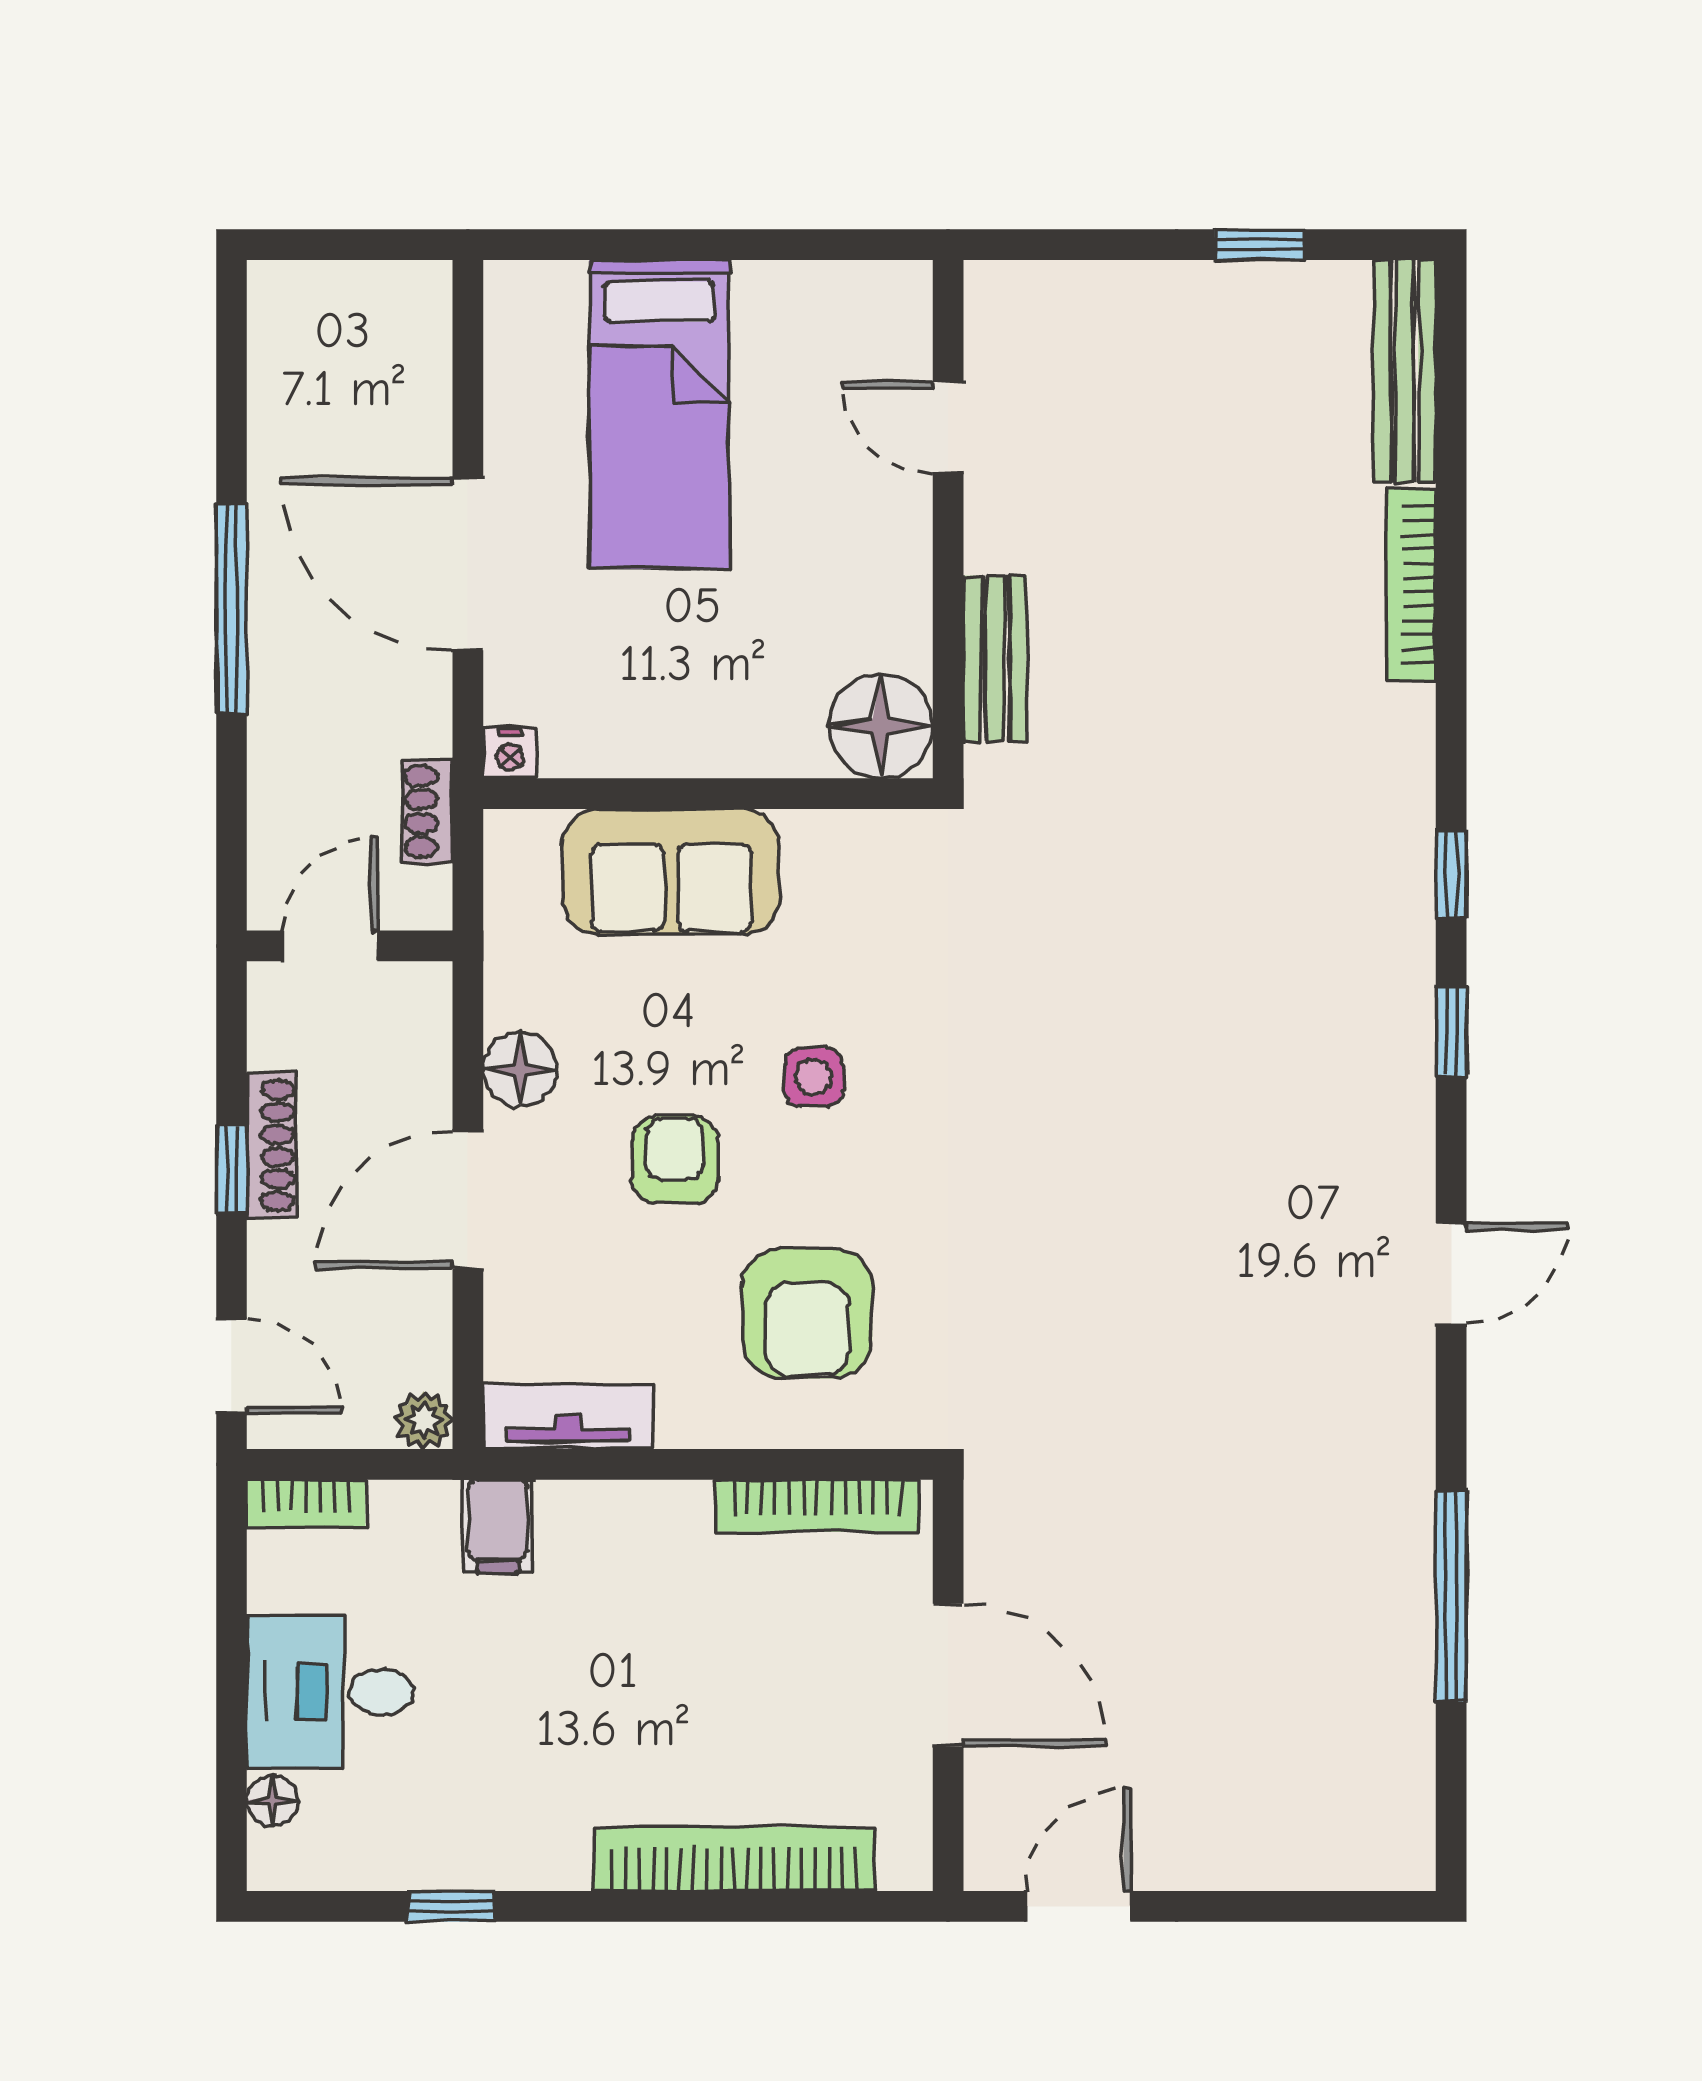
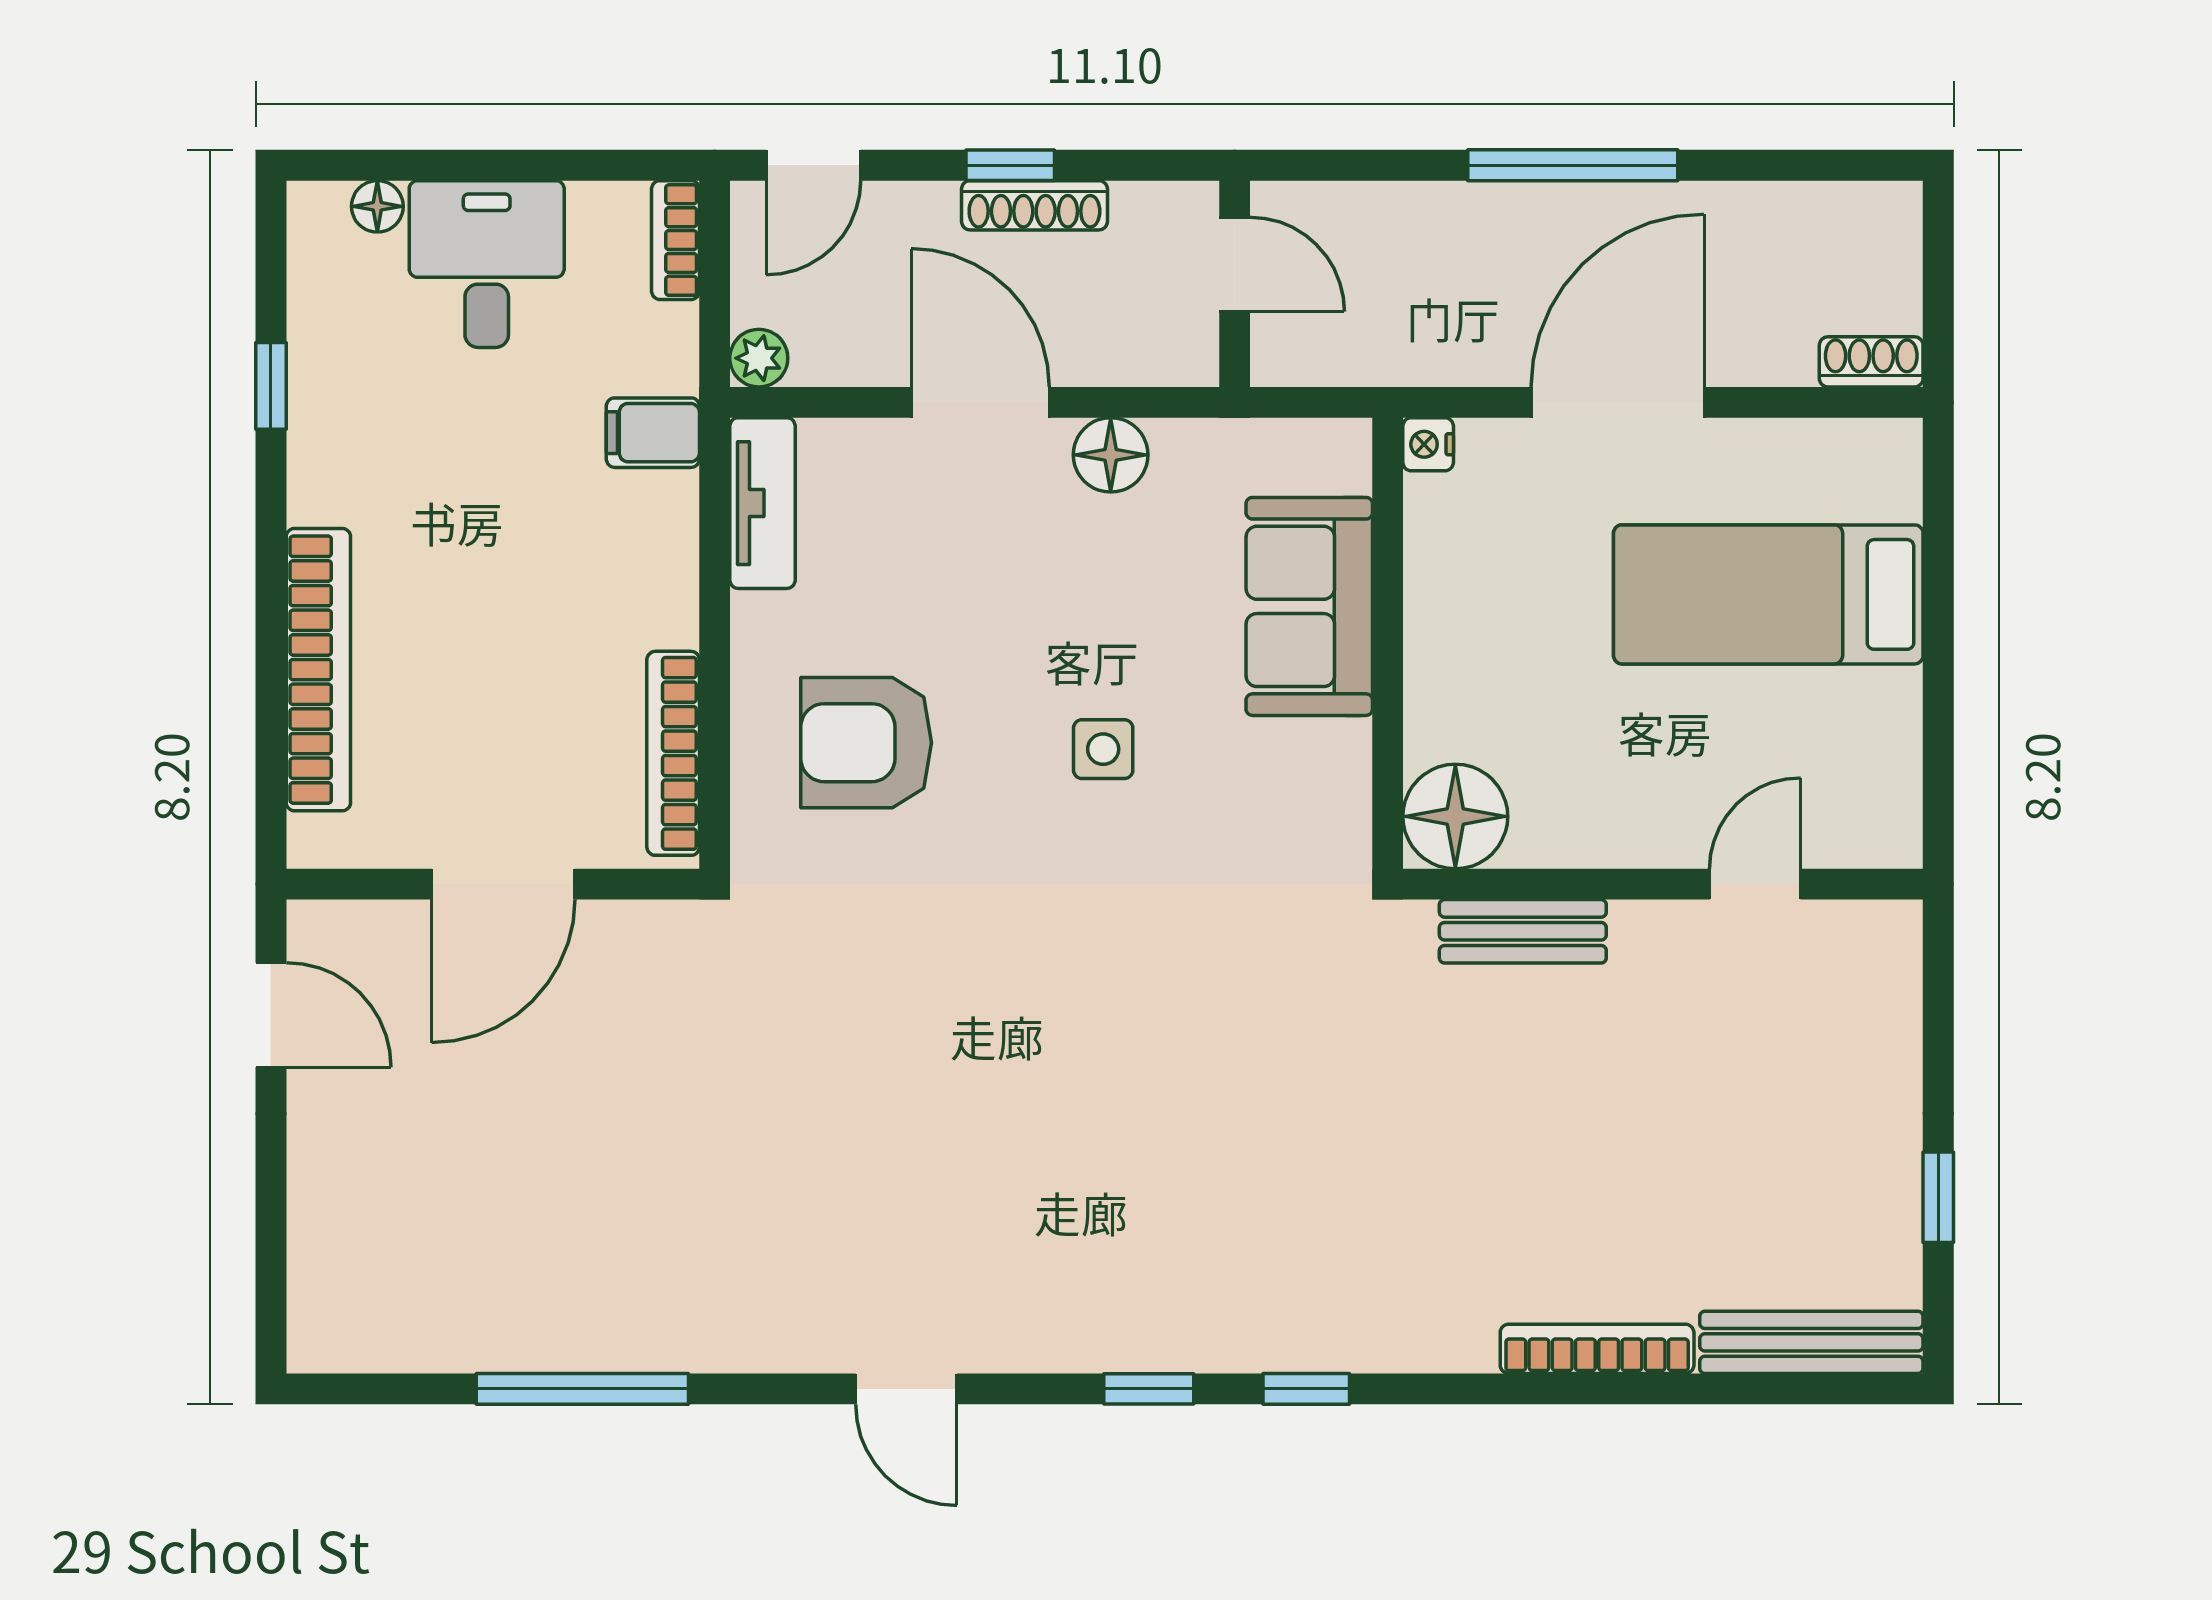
shoe rack: (427, 812) -> (1871, 362), moved
armchair: (675, 1160) -> (1020, 610), removed

